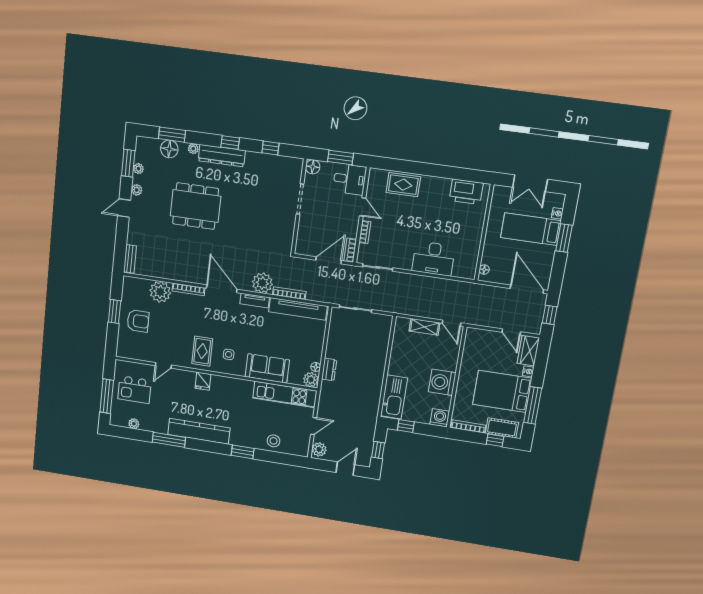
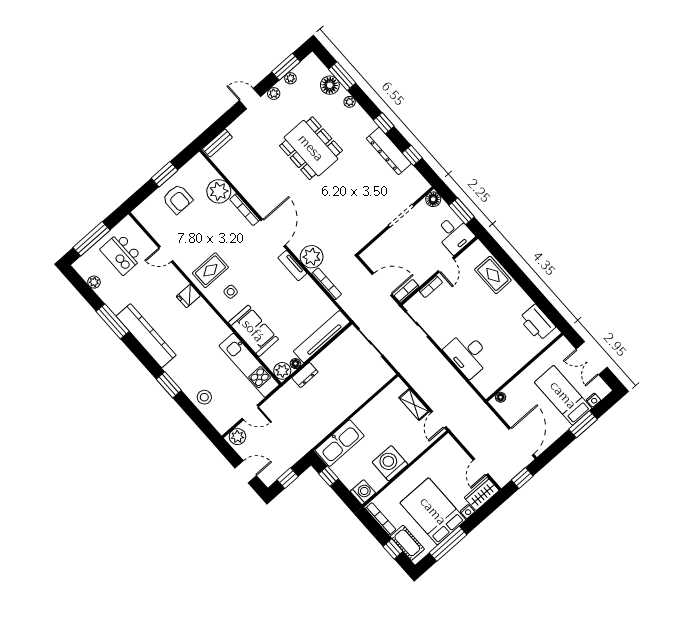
dresser: (222, 156) -> (389, 151), moved
tv unit: (298, 309) -> (322, 337), moved, turned 90

